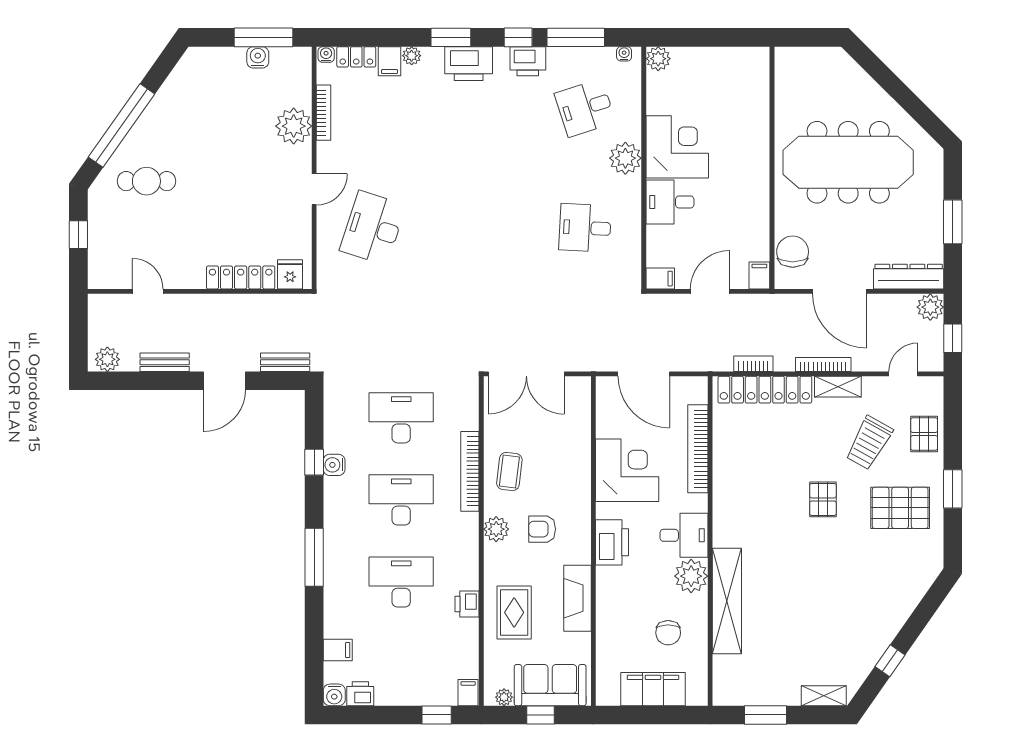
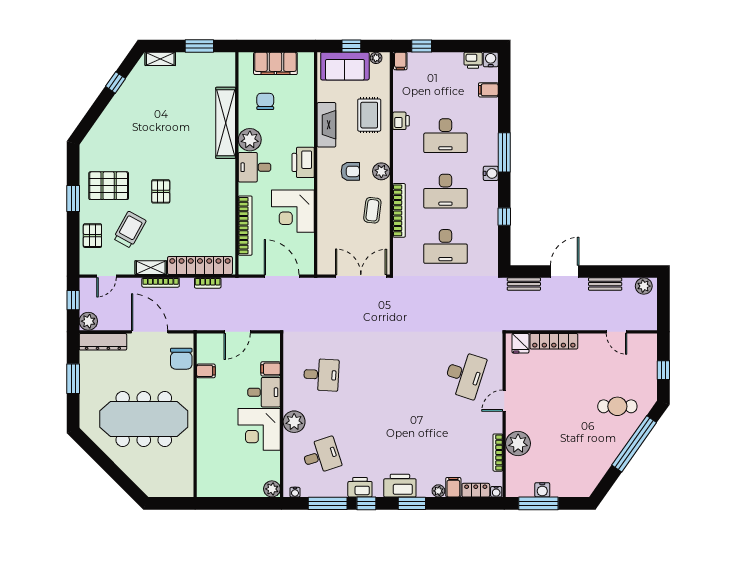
filing cabinet: (759, 276) -> (206, 371), moved, turned -90
filing cabinet: (660, 279) -> (271, 369), moved
water cooler: (334, 465) -> (491, 173), moved

